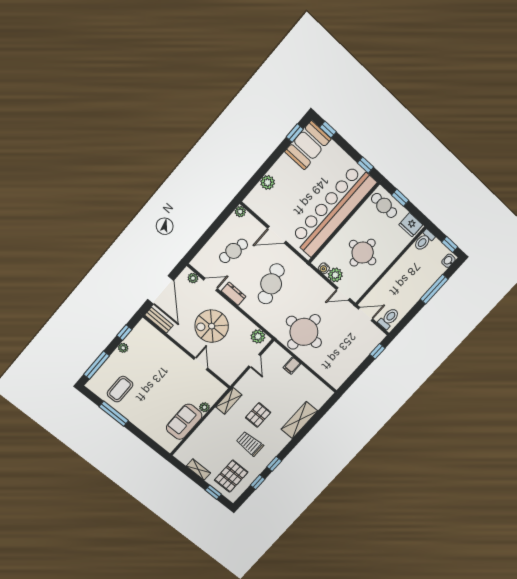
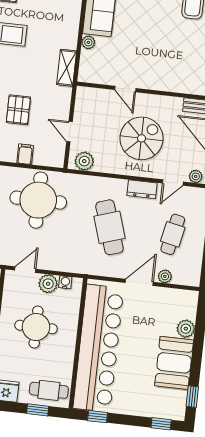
booth: (308, 145) -> (174, 363), moved
plant: (240, 212) -> (165, 276), moved
pallet: (258, 415) -> (18, 110), moved

